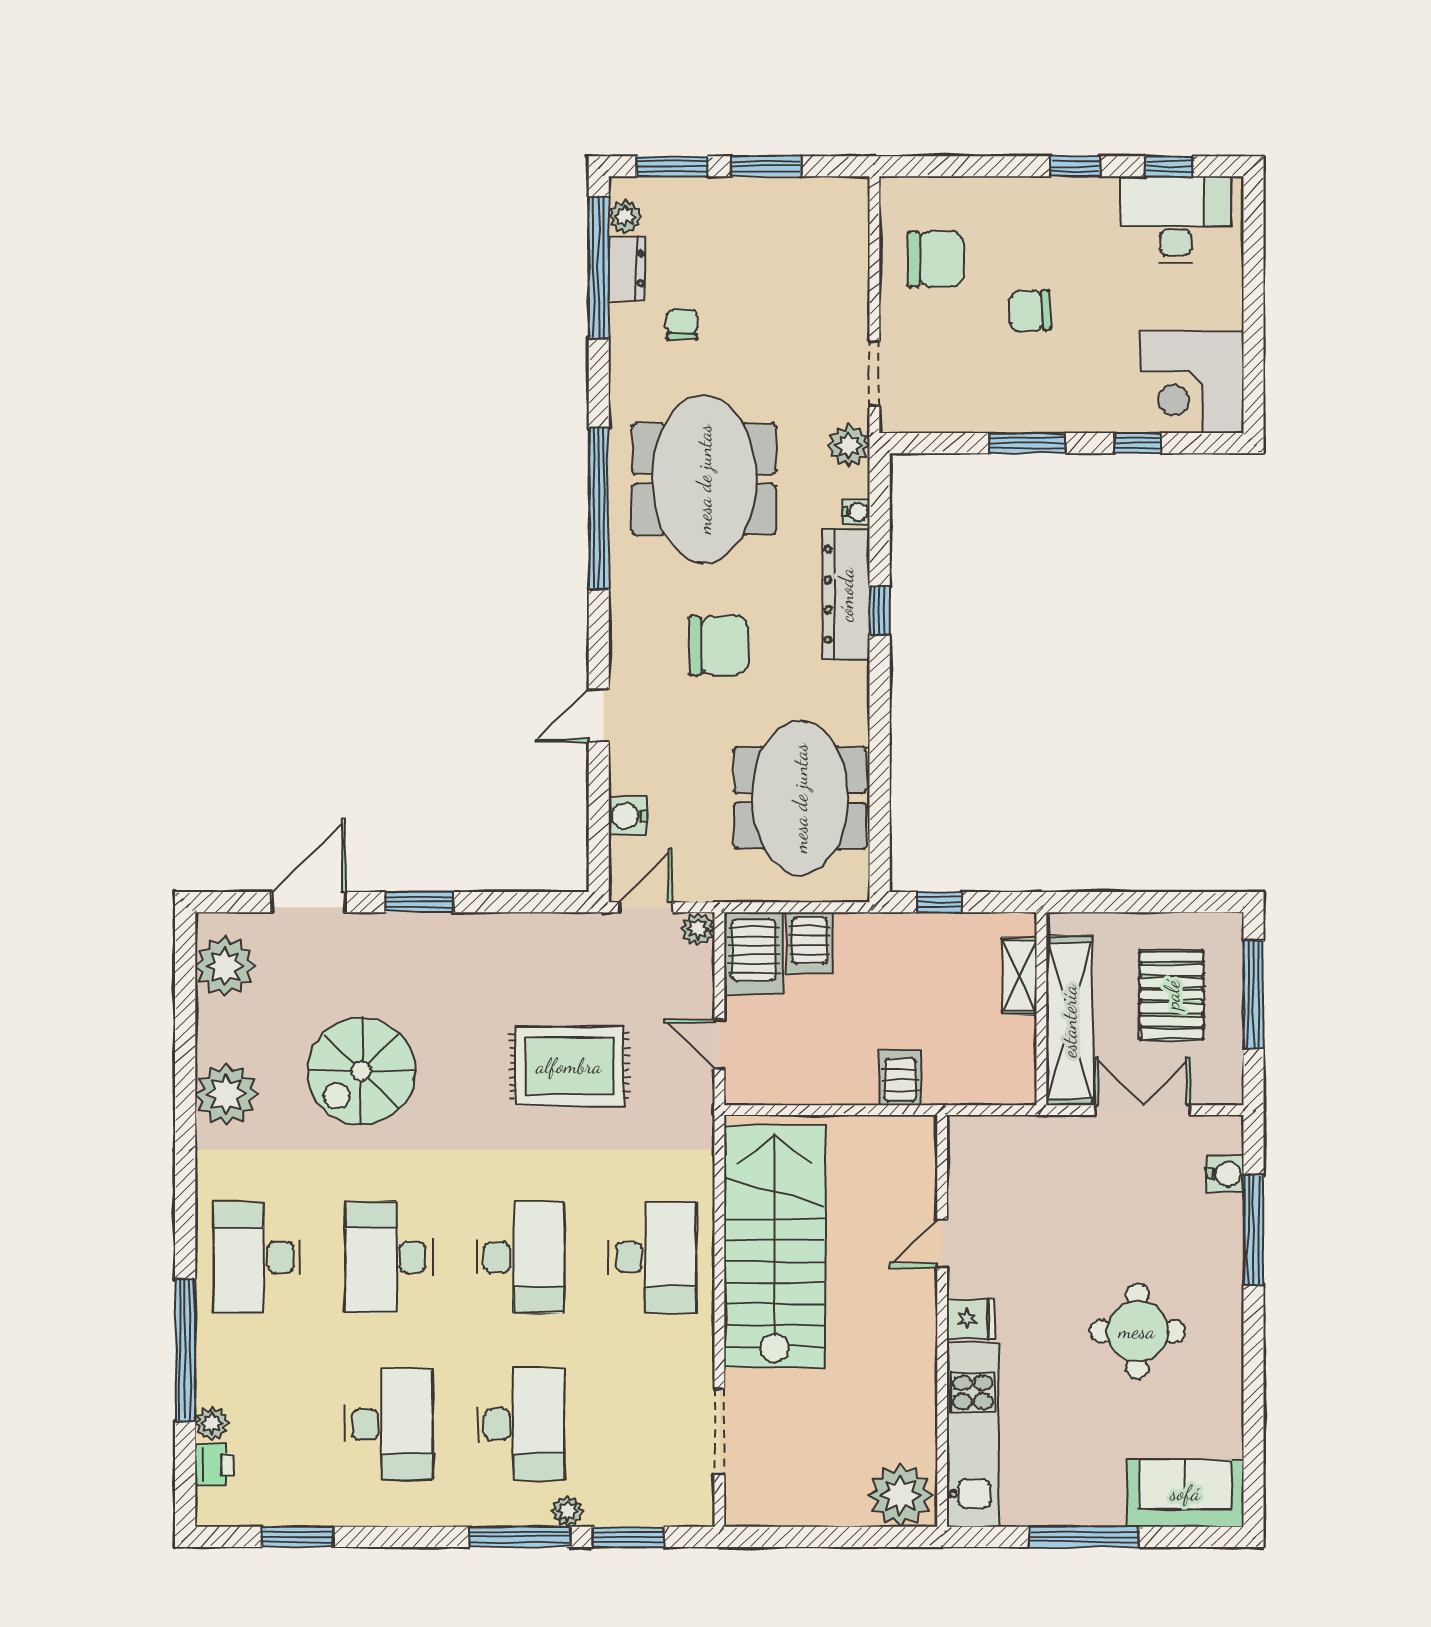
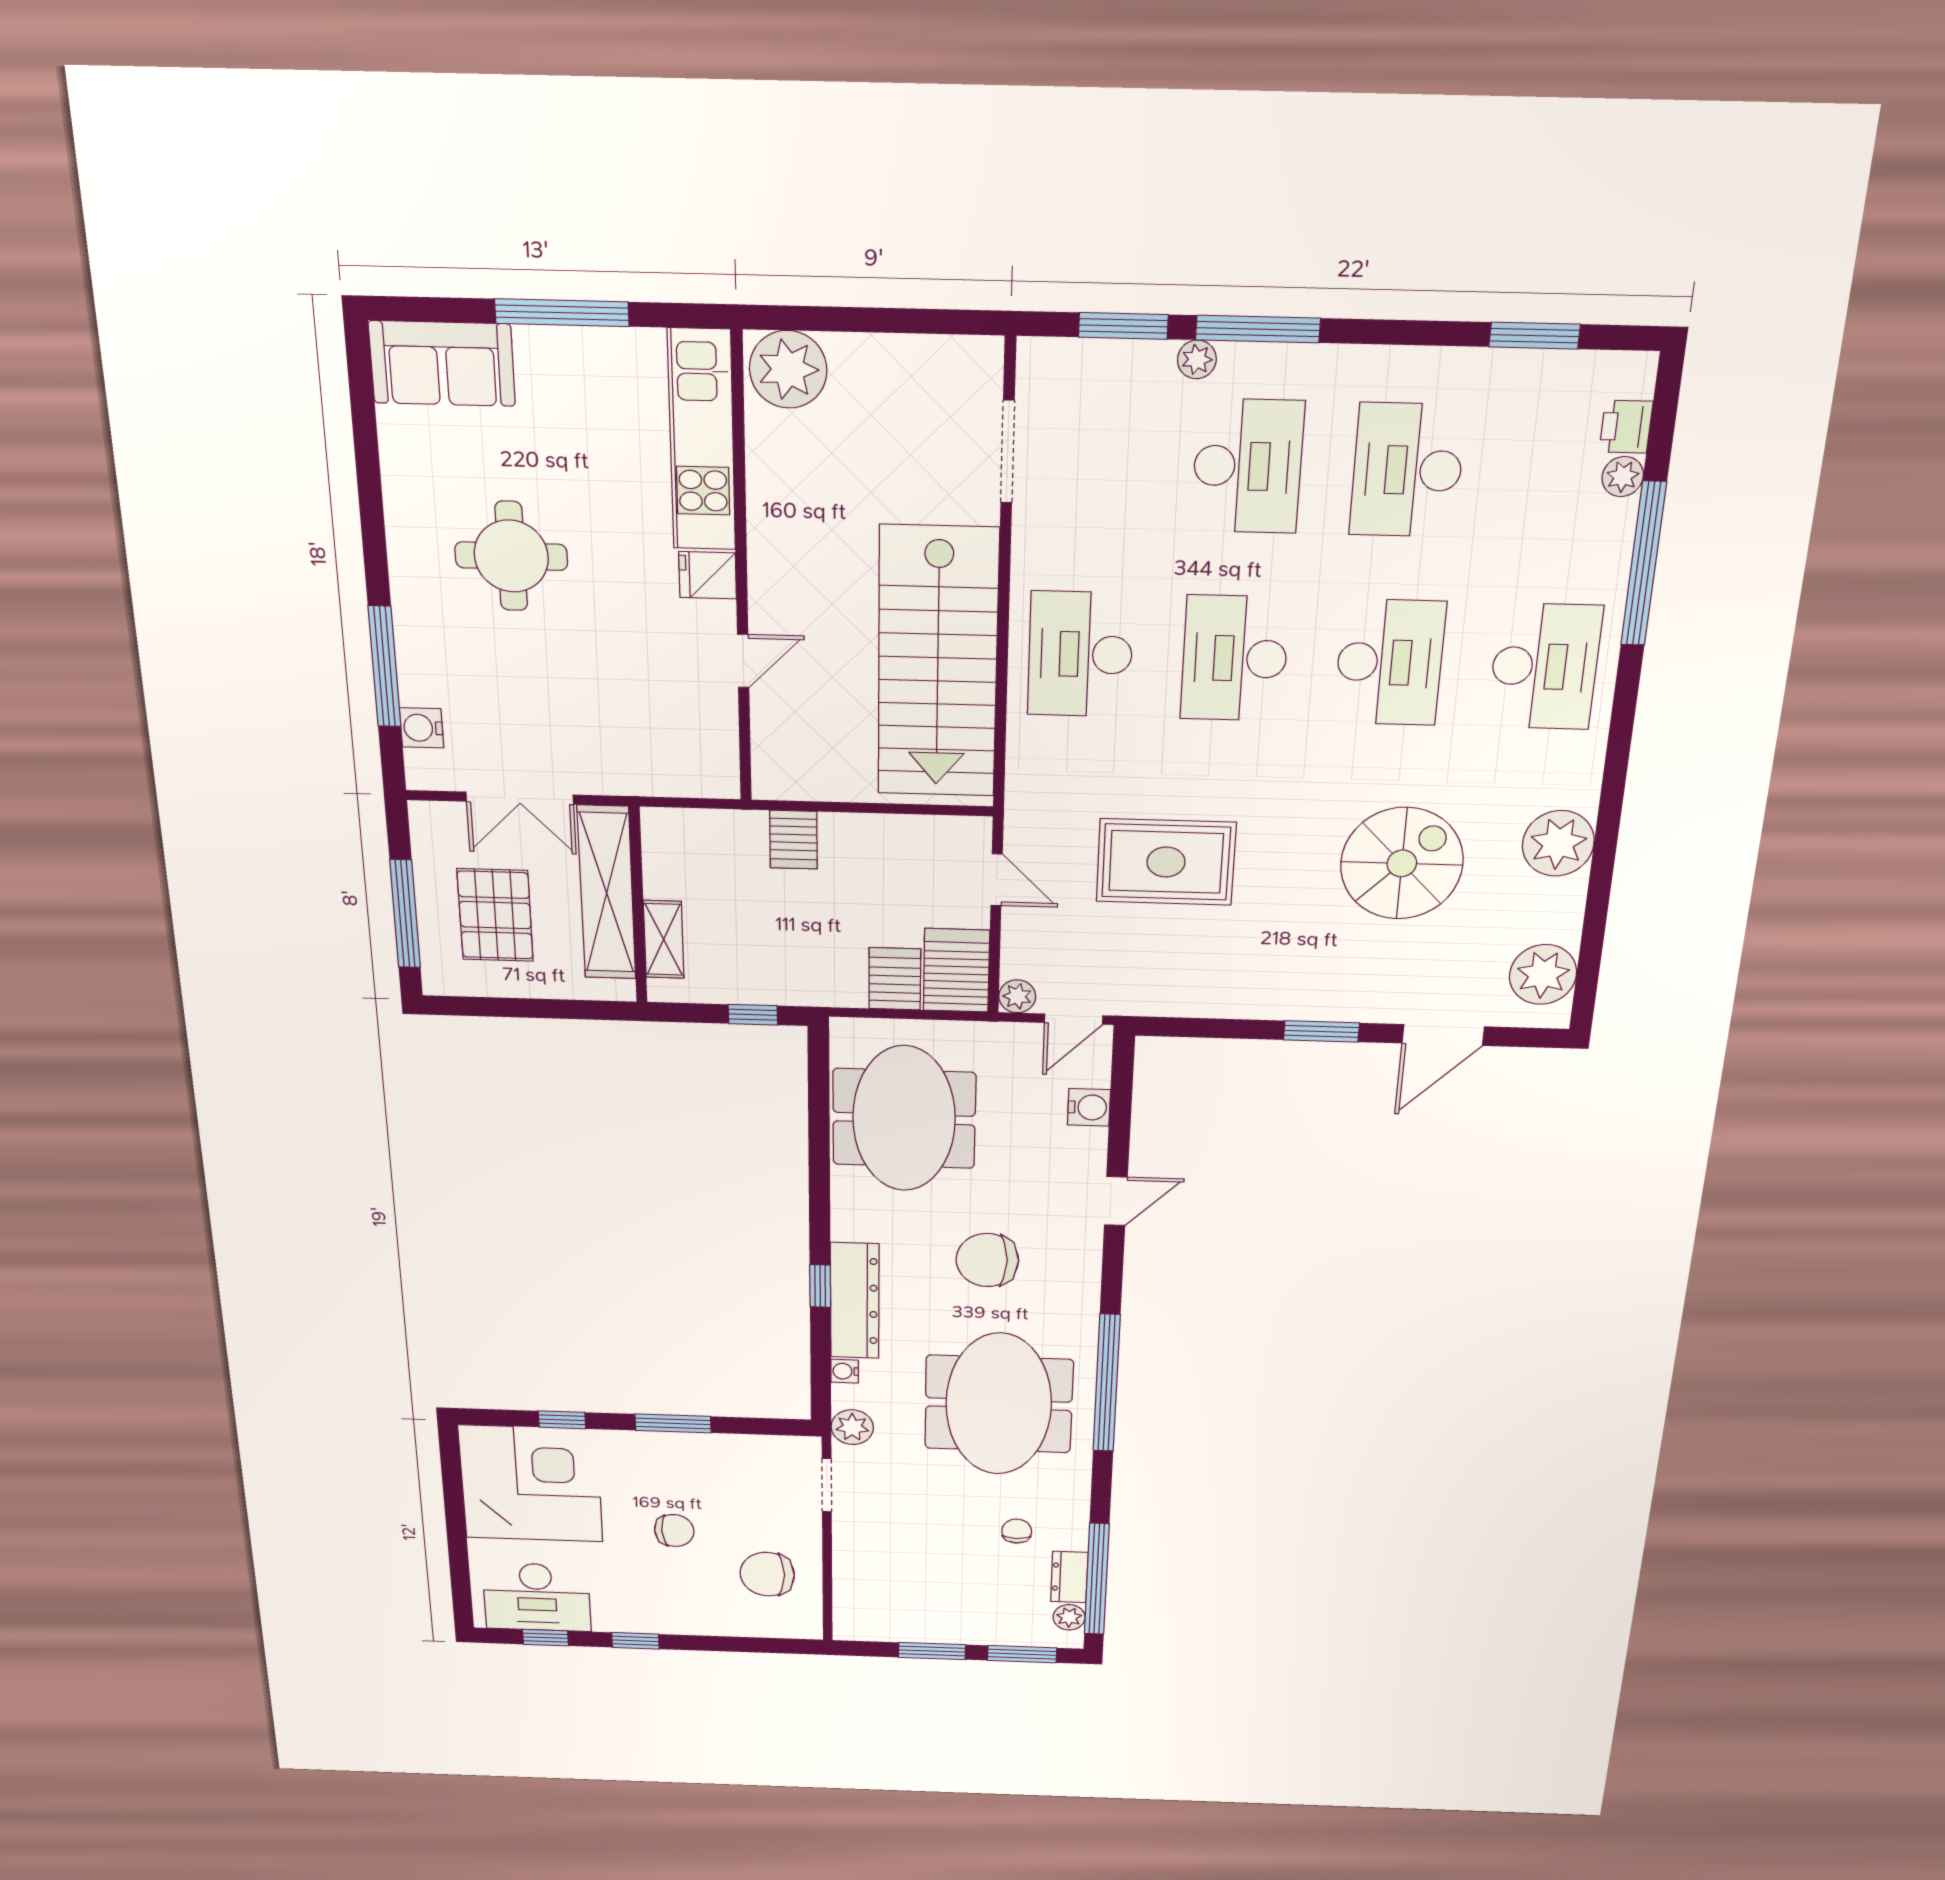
chair: (682, 325) -> (1017, 1531), turned 180
corner desk: (1192, 382) -> (531, 1484), width x1.36, depth x1.36
desk: (521, 1424) -> (1247, 466), turned 180

